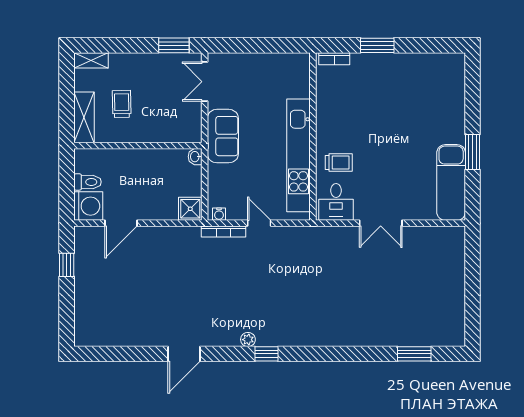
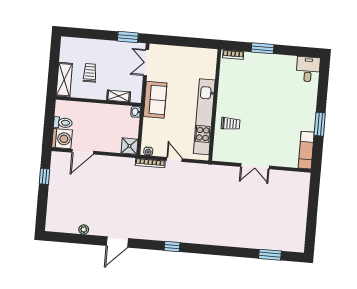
shelving: (91, 60) -> (119, 96), moved
exam couch: (451, 182) -> (306, 150), width x0.73, depth x0.69
desk: (336, 202) -> (308, 69), moved, turned 180
plant: (248, 340) -> (84, 229), moved

